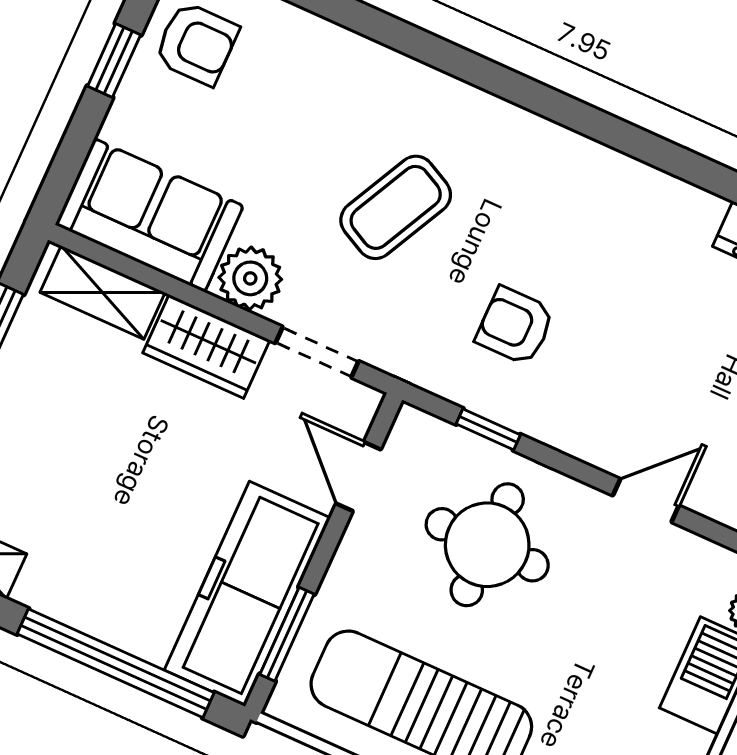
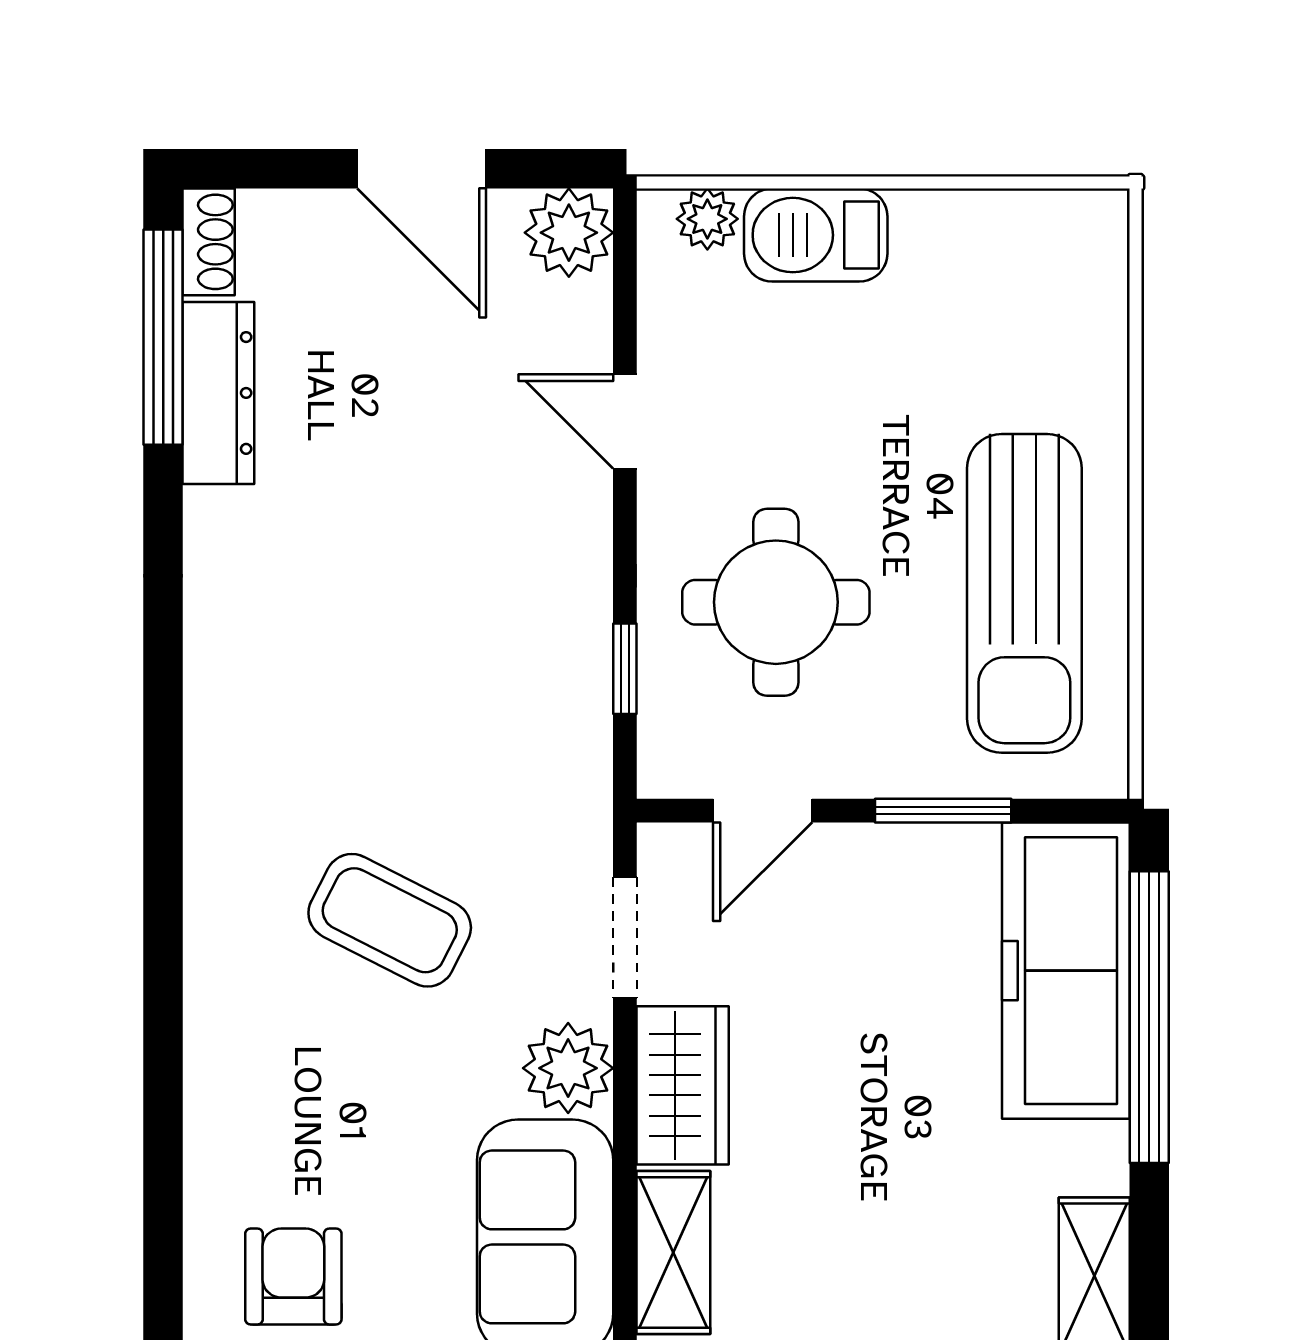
armchair: (515, 326) -> (474, 695), removed
freezer: (247, 594) -> (1066, 971), moved, turned 90
window: (287, 634) -> (943, 811), moved

